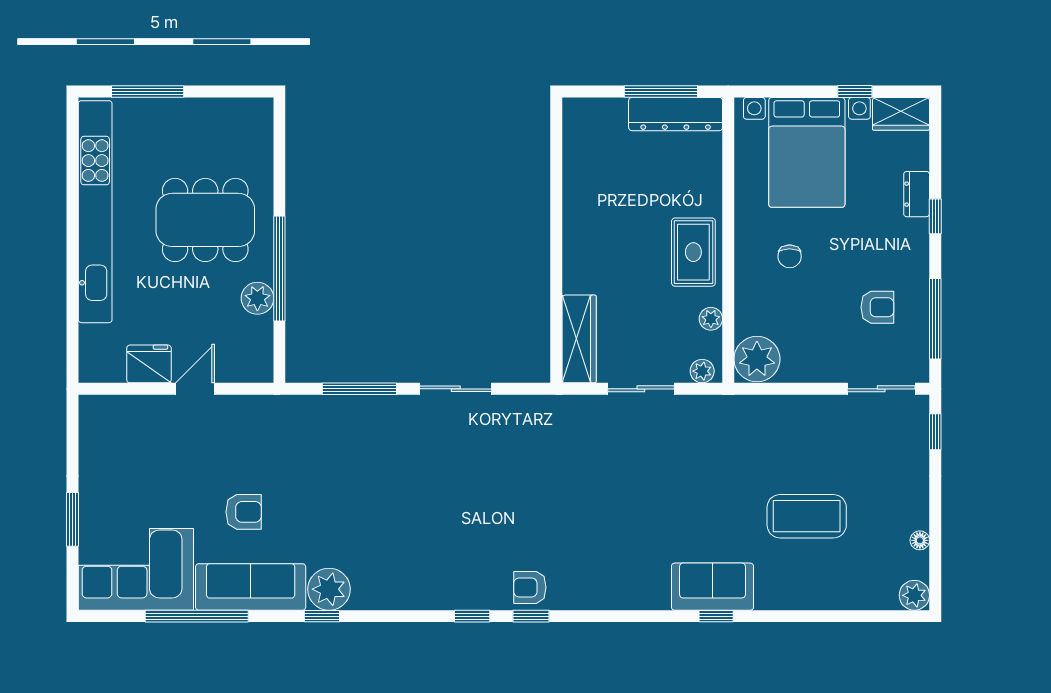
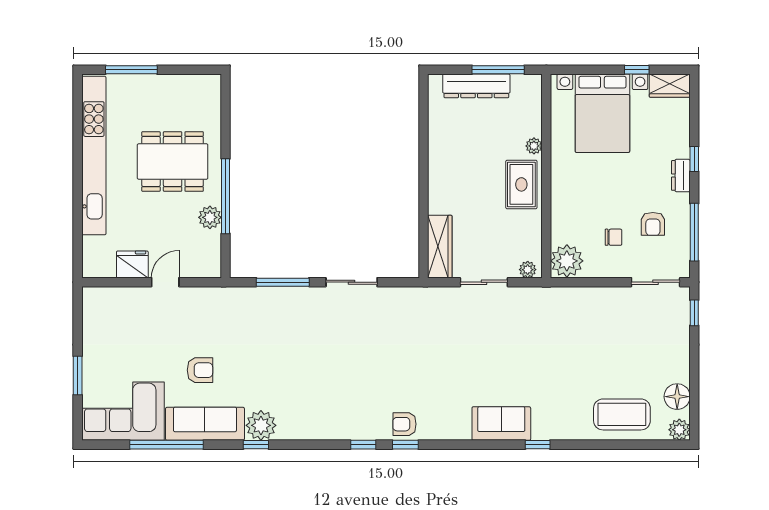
dresser: (676, 114) -> (476, 86), moved
dresser: (917, 194) -> (681, 175), moved
chair: (790, 256) -> (613, 237), moved, turned -90
armchair: (877, 307) -> (653, 224), turned 90
plant: (711, 319) -> (534, 146), moved
coffee table: (807, 516) -> (622, 414), moved
floor lamp: (920, 540) -> (677, 397), width x1.89, depth x1.89
sofa: (712, 587) -> (501, 424), moved

